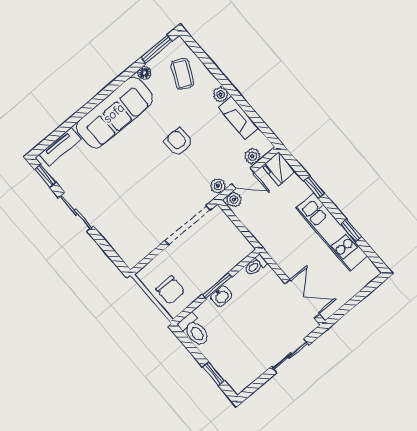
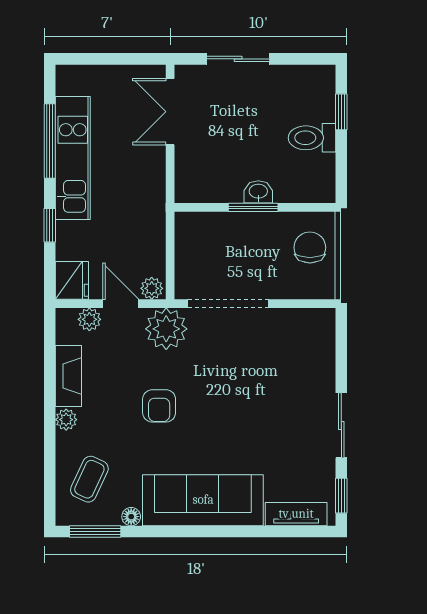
plant: (218, 186) -> (166, 329), width x1.88, depth x1.88
window: (351, 231) -> (50, 141), width x2.17
toilet: (256, 265) -> (190, 194), removed
toilet: (194, 330) -> (312, 138), moved, turned -90

